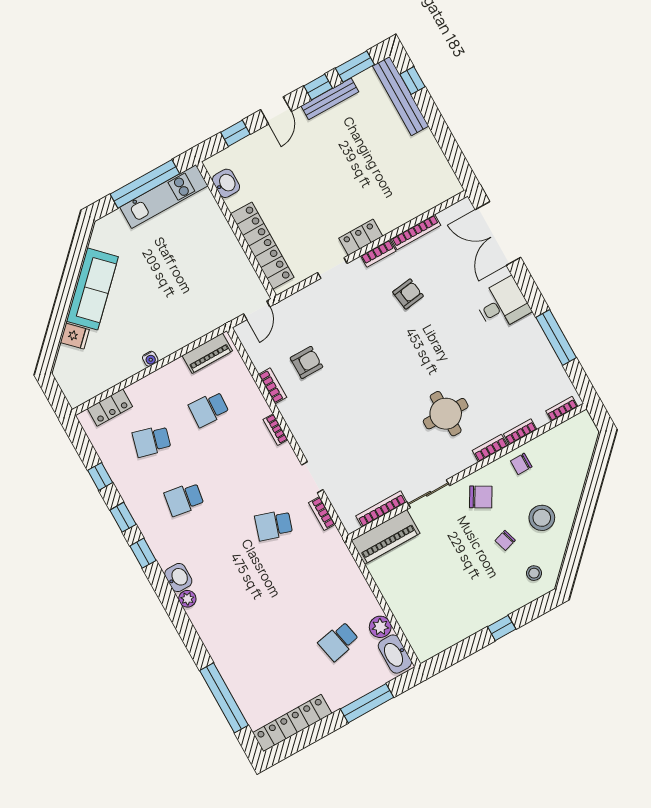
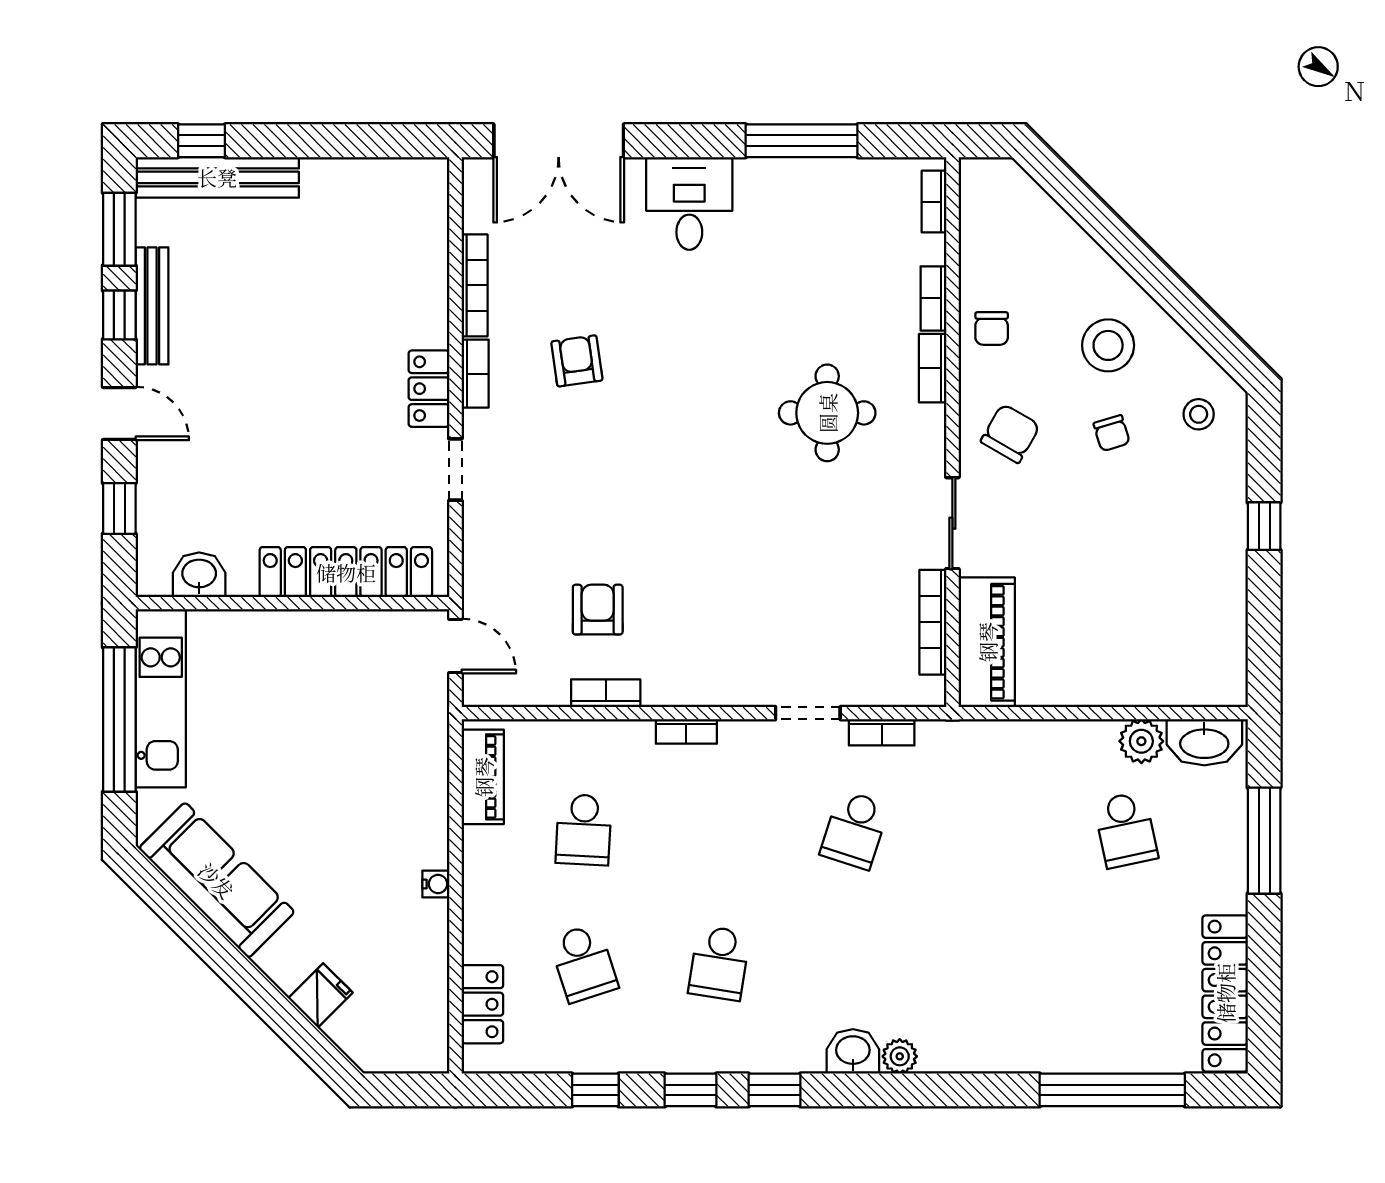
sofa: (92, 289) -> (217, 880), moved
school desk: (152, 441) -> (584, 963), turned -33

